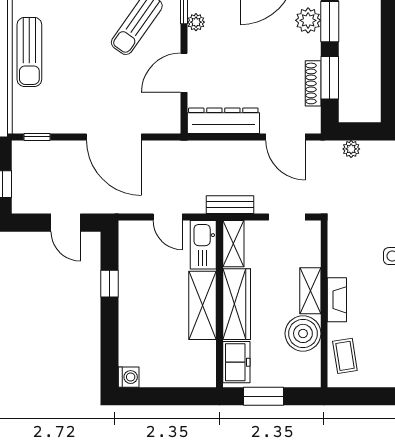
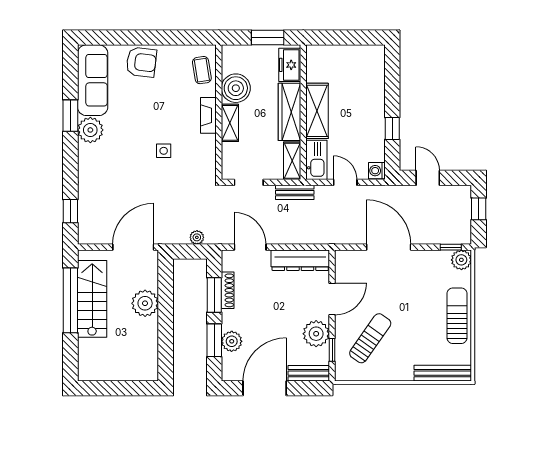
plant: (196, 22) -> (316, 334), width x1.87, depth x1.87
plant: (24, 121) -> (461, 260), added
washing machine: (129, 377) -> (377, 171), moved

